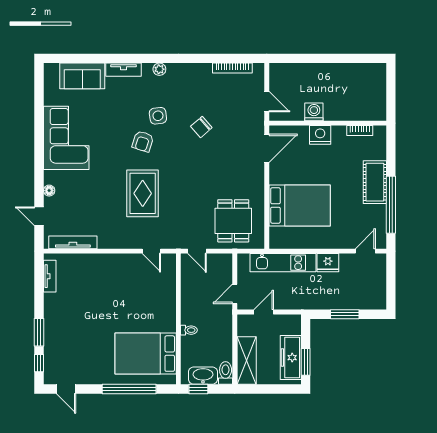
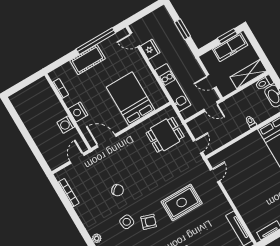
fridge: (328, 263) -> (150, 49), moved

